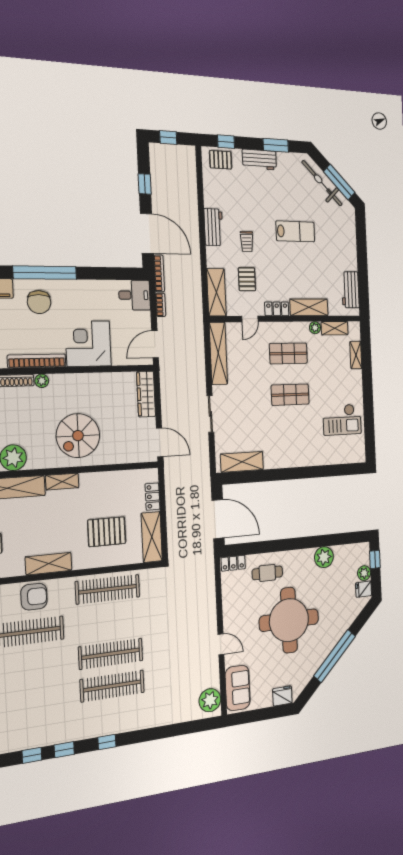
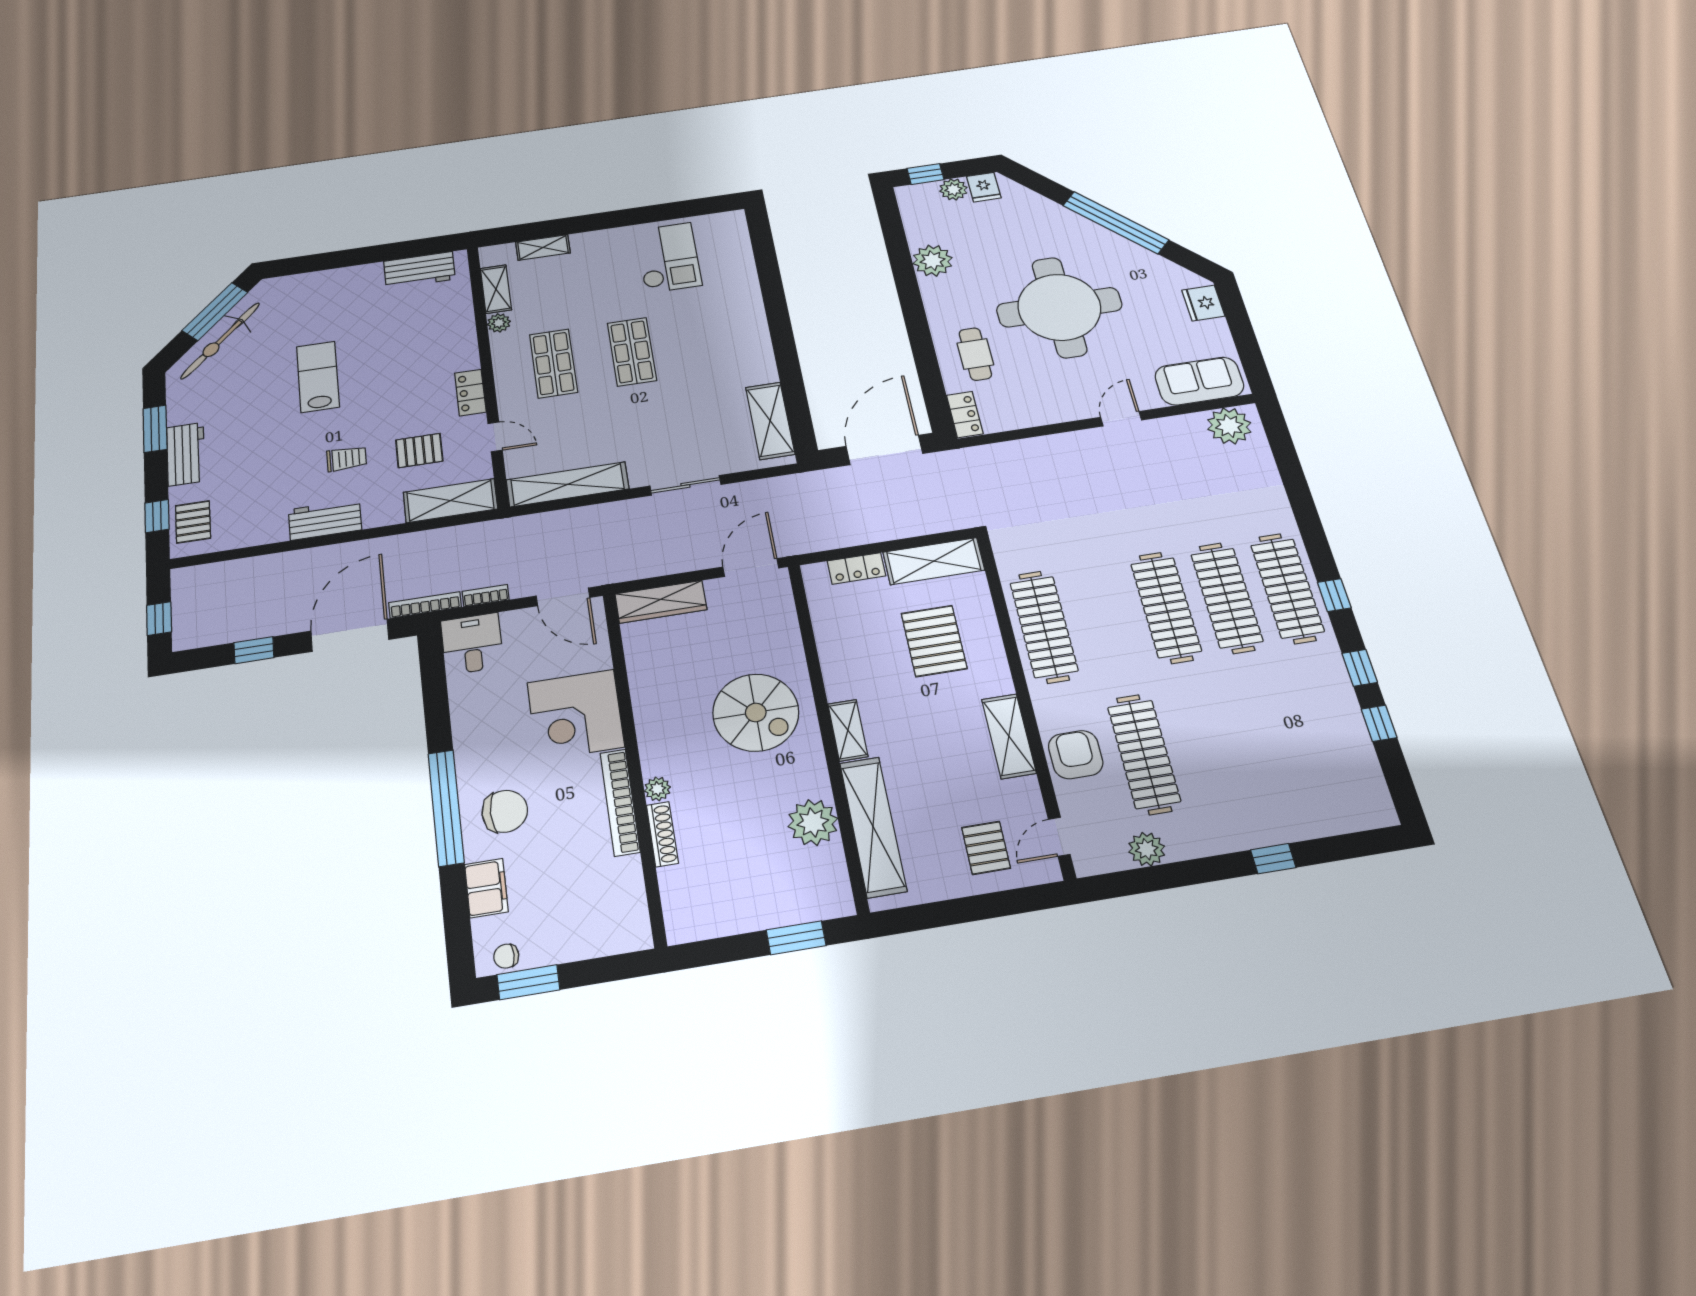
shelving: (309, 307) -> (461, 337), removed
clothes rail: (114, 718) -> (1287, 588), added

